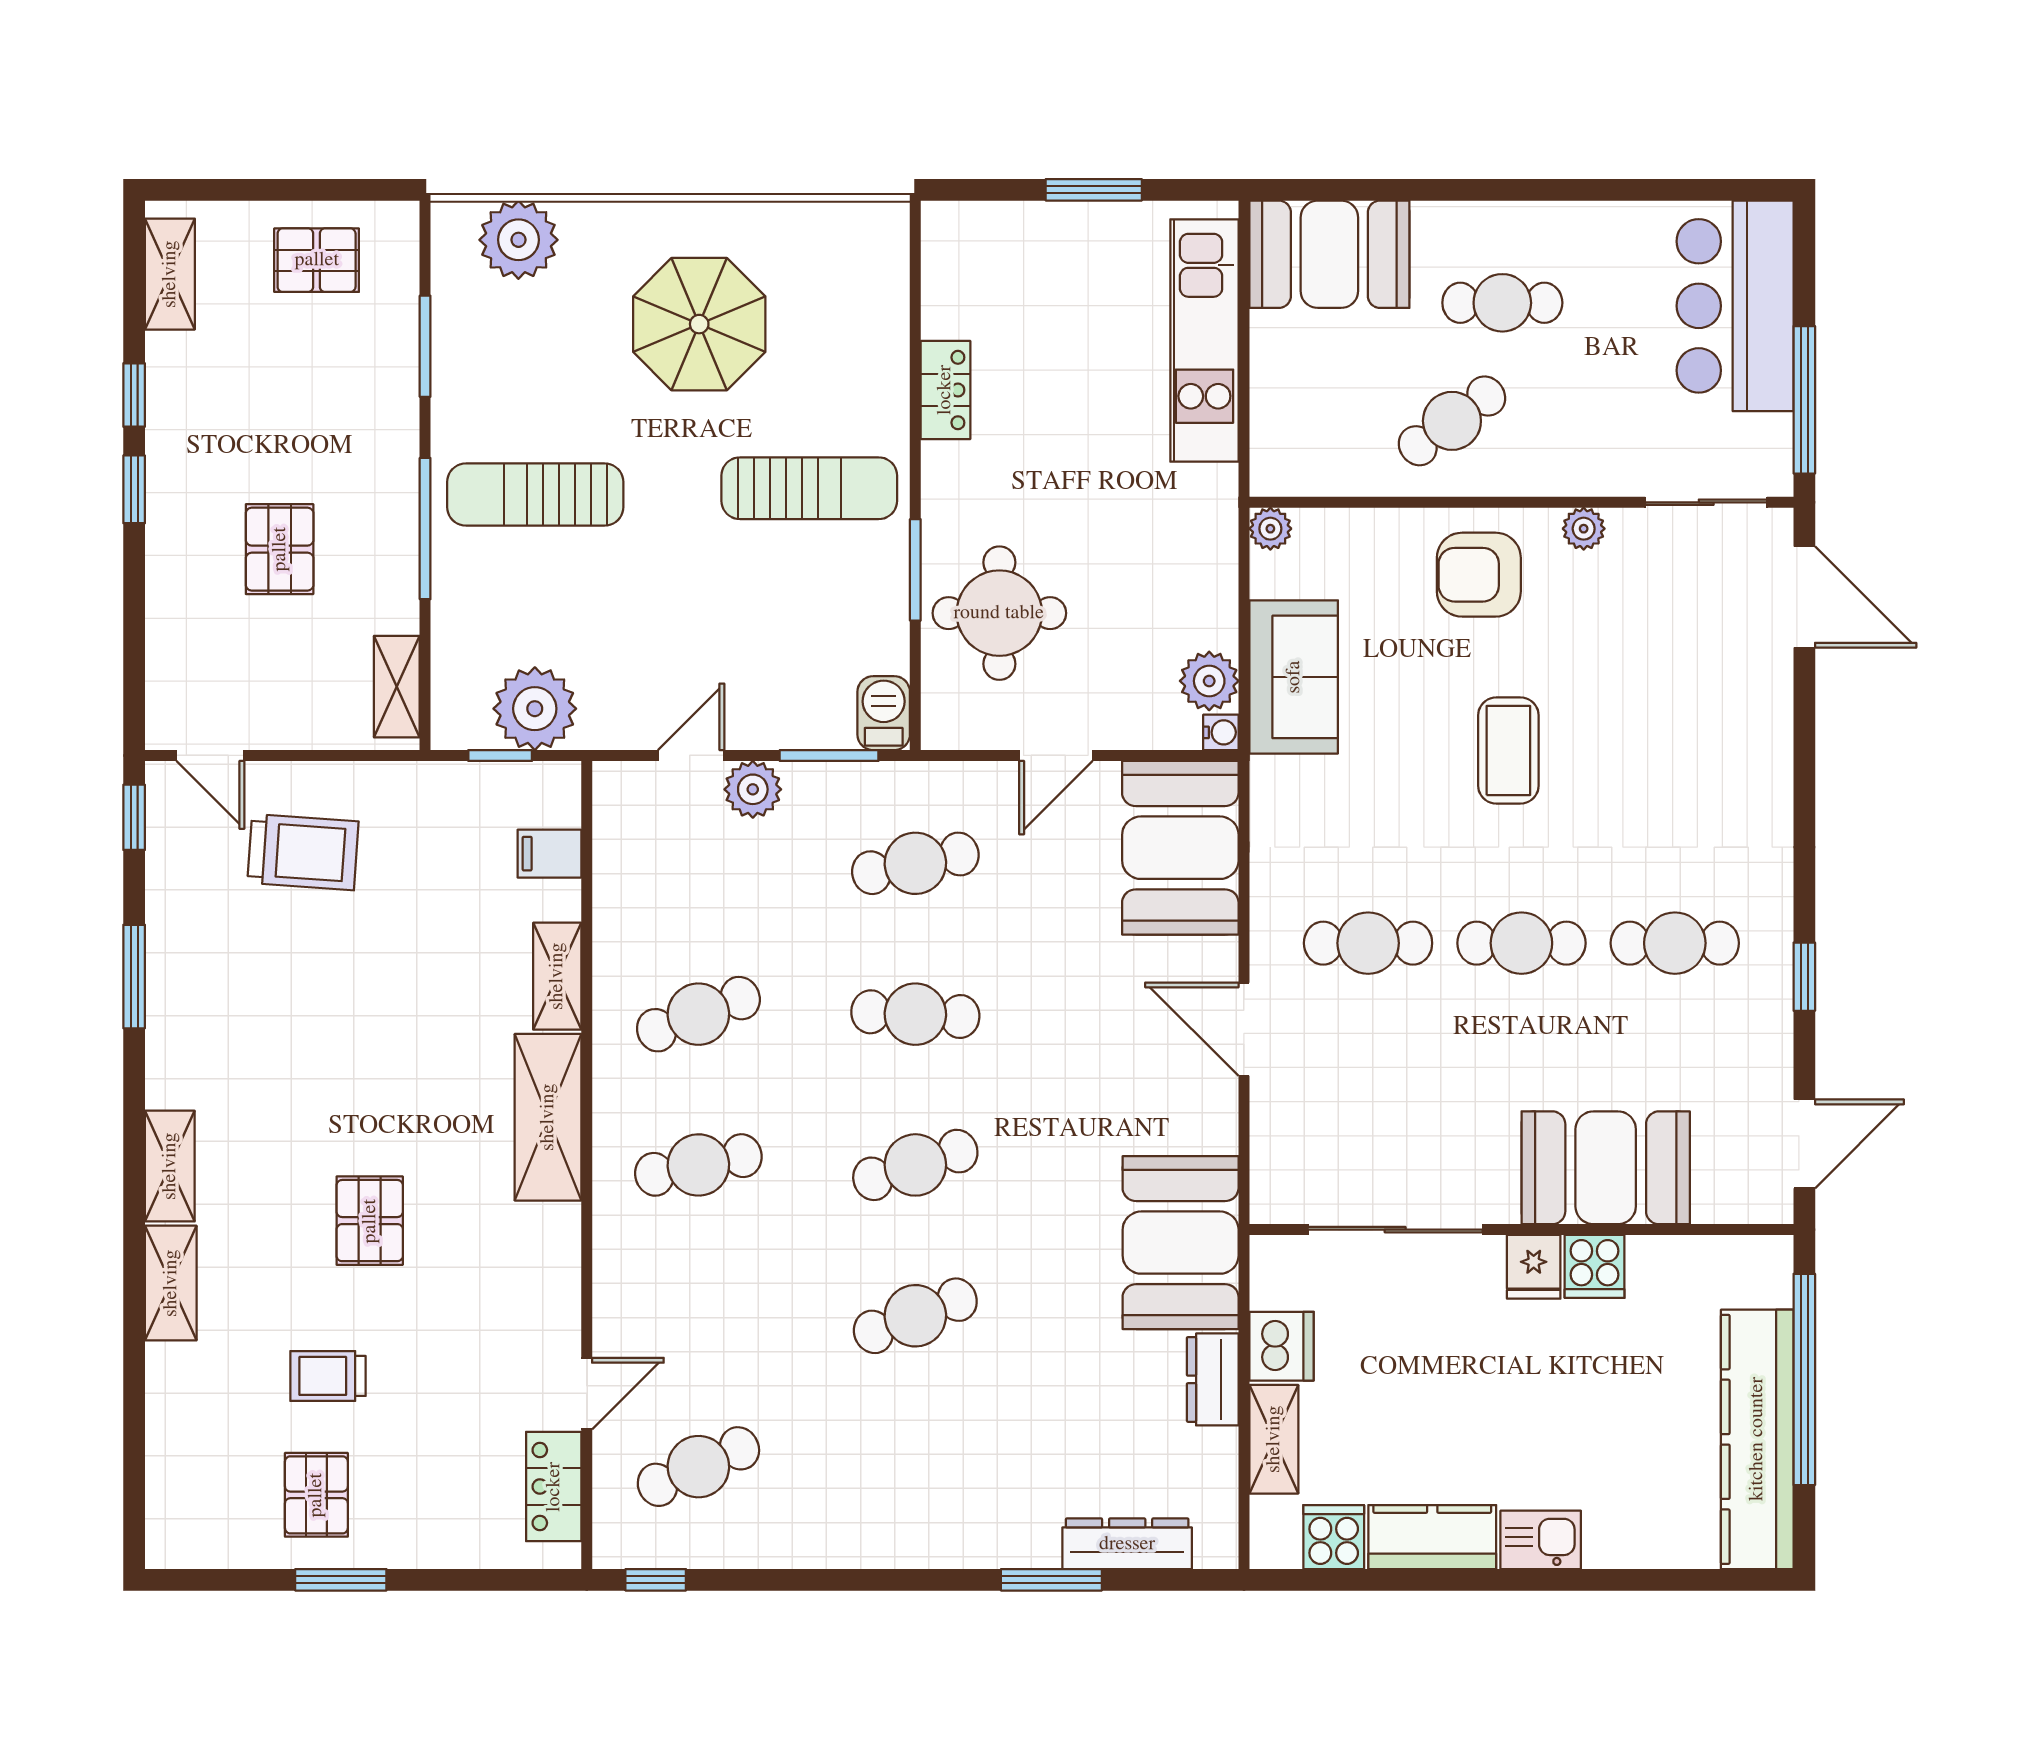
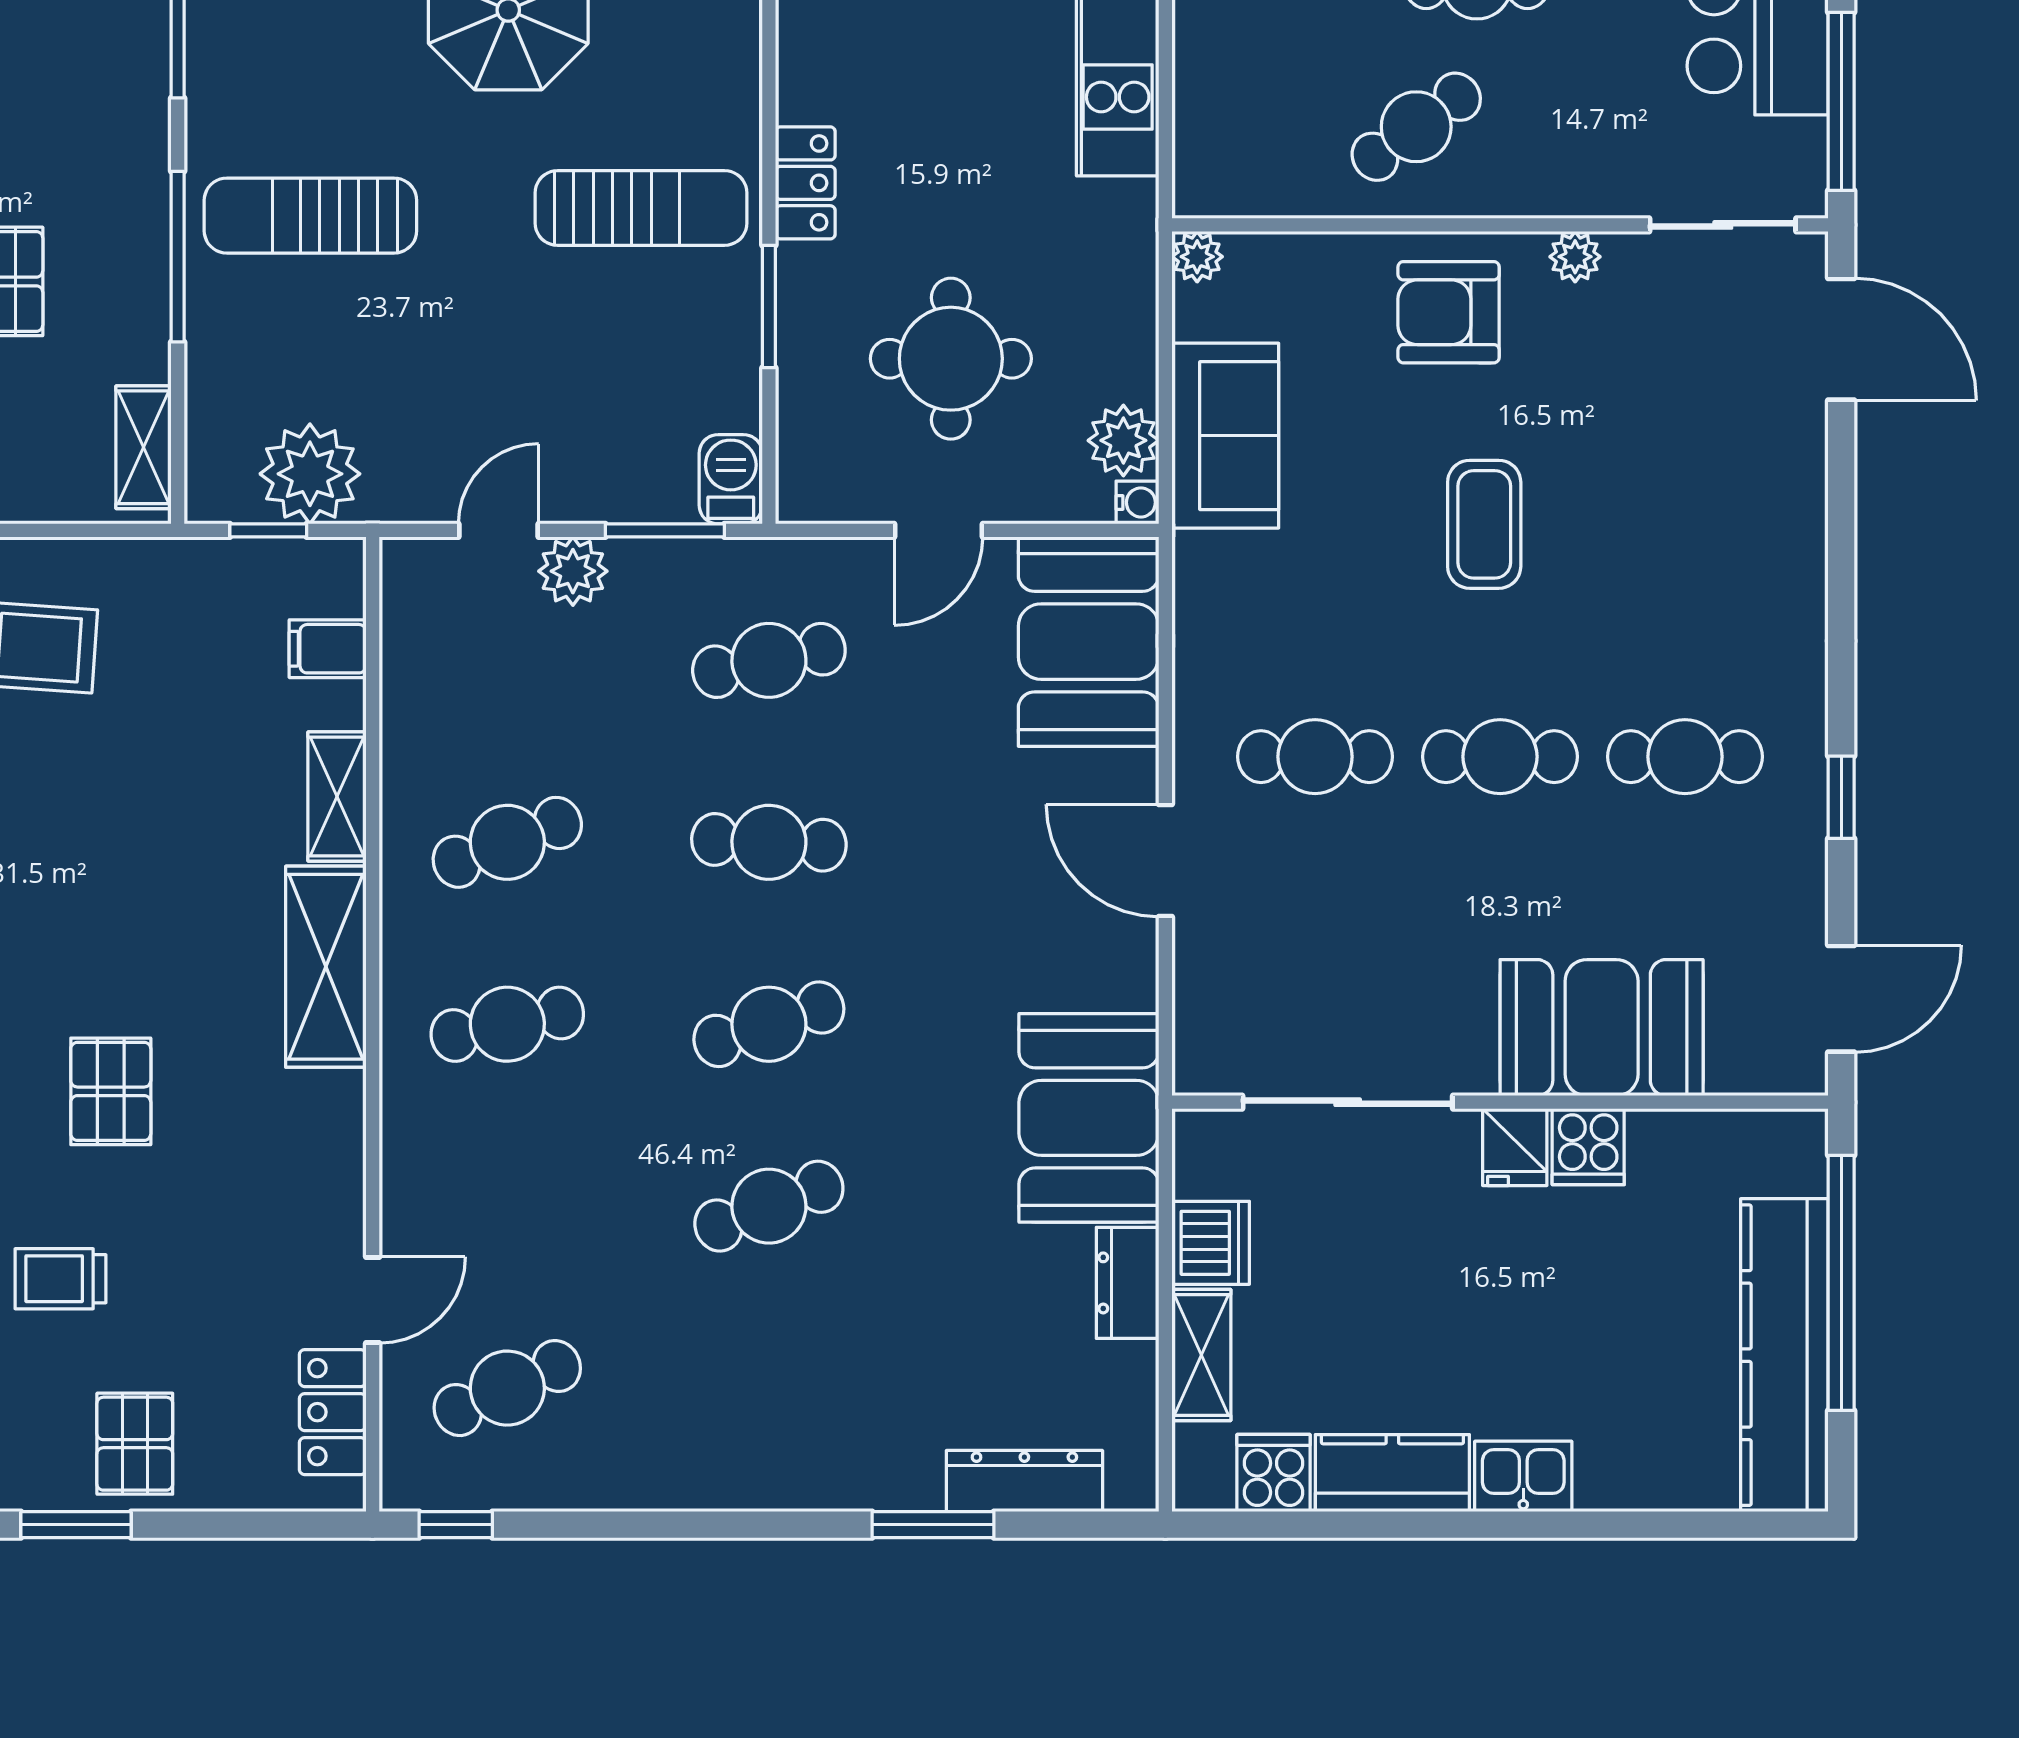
locker: (945, 390) -> (805, 183), moved
round table: (999, 613) -> (951, 359), moved
pallet: (316, 1495) -> (135, 1444), moved

